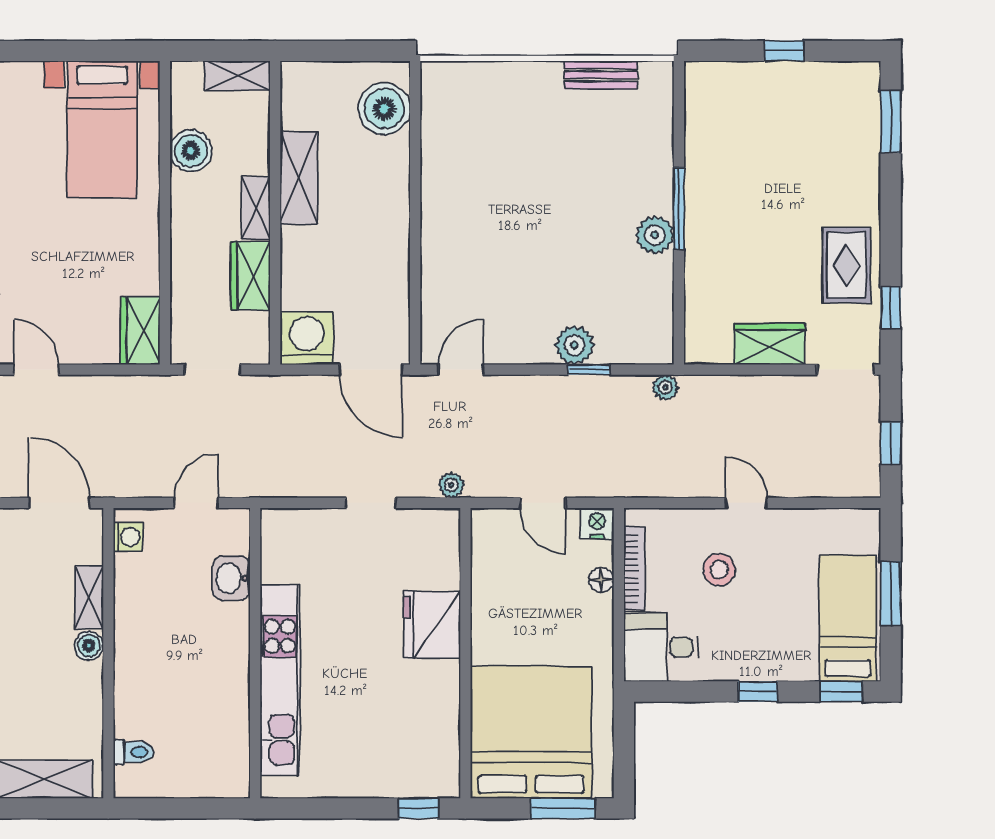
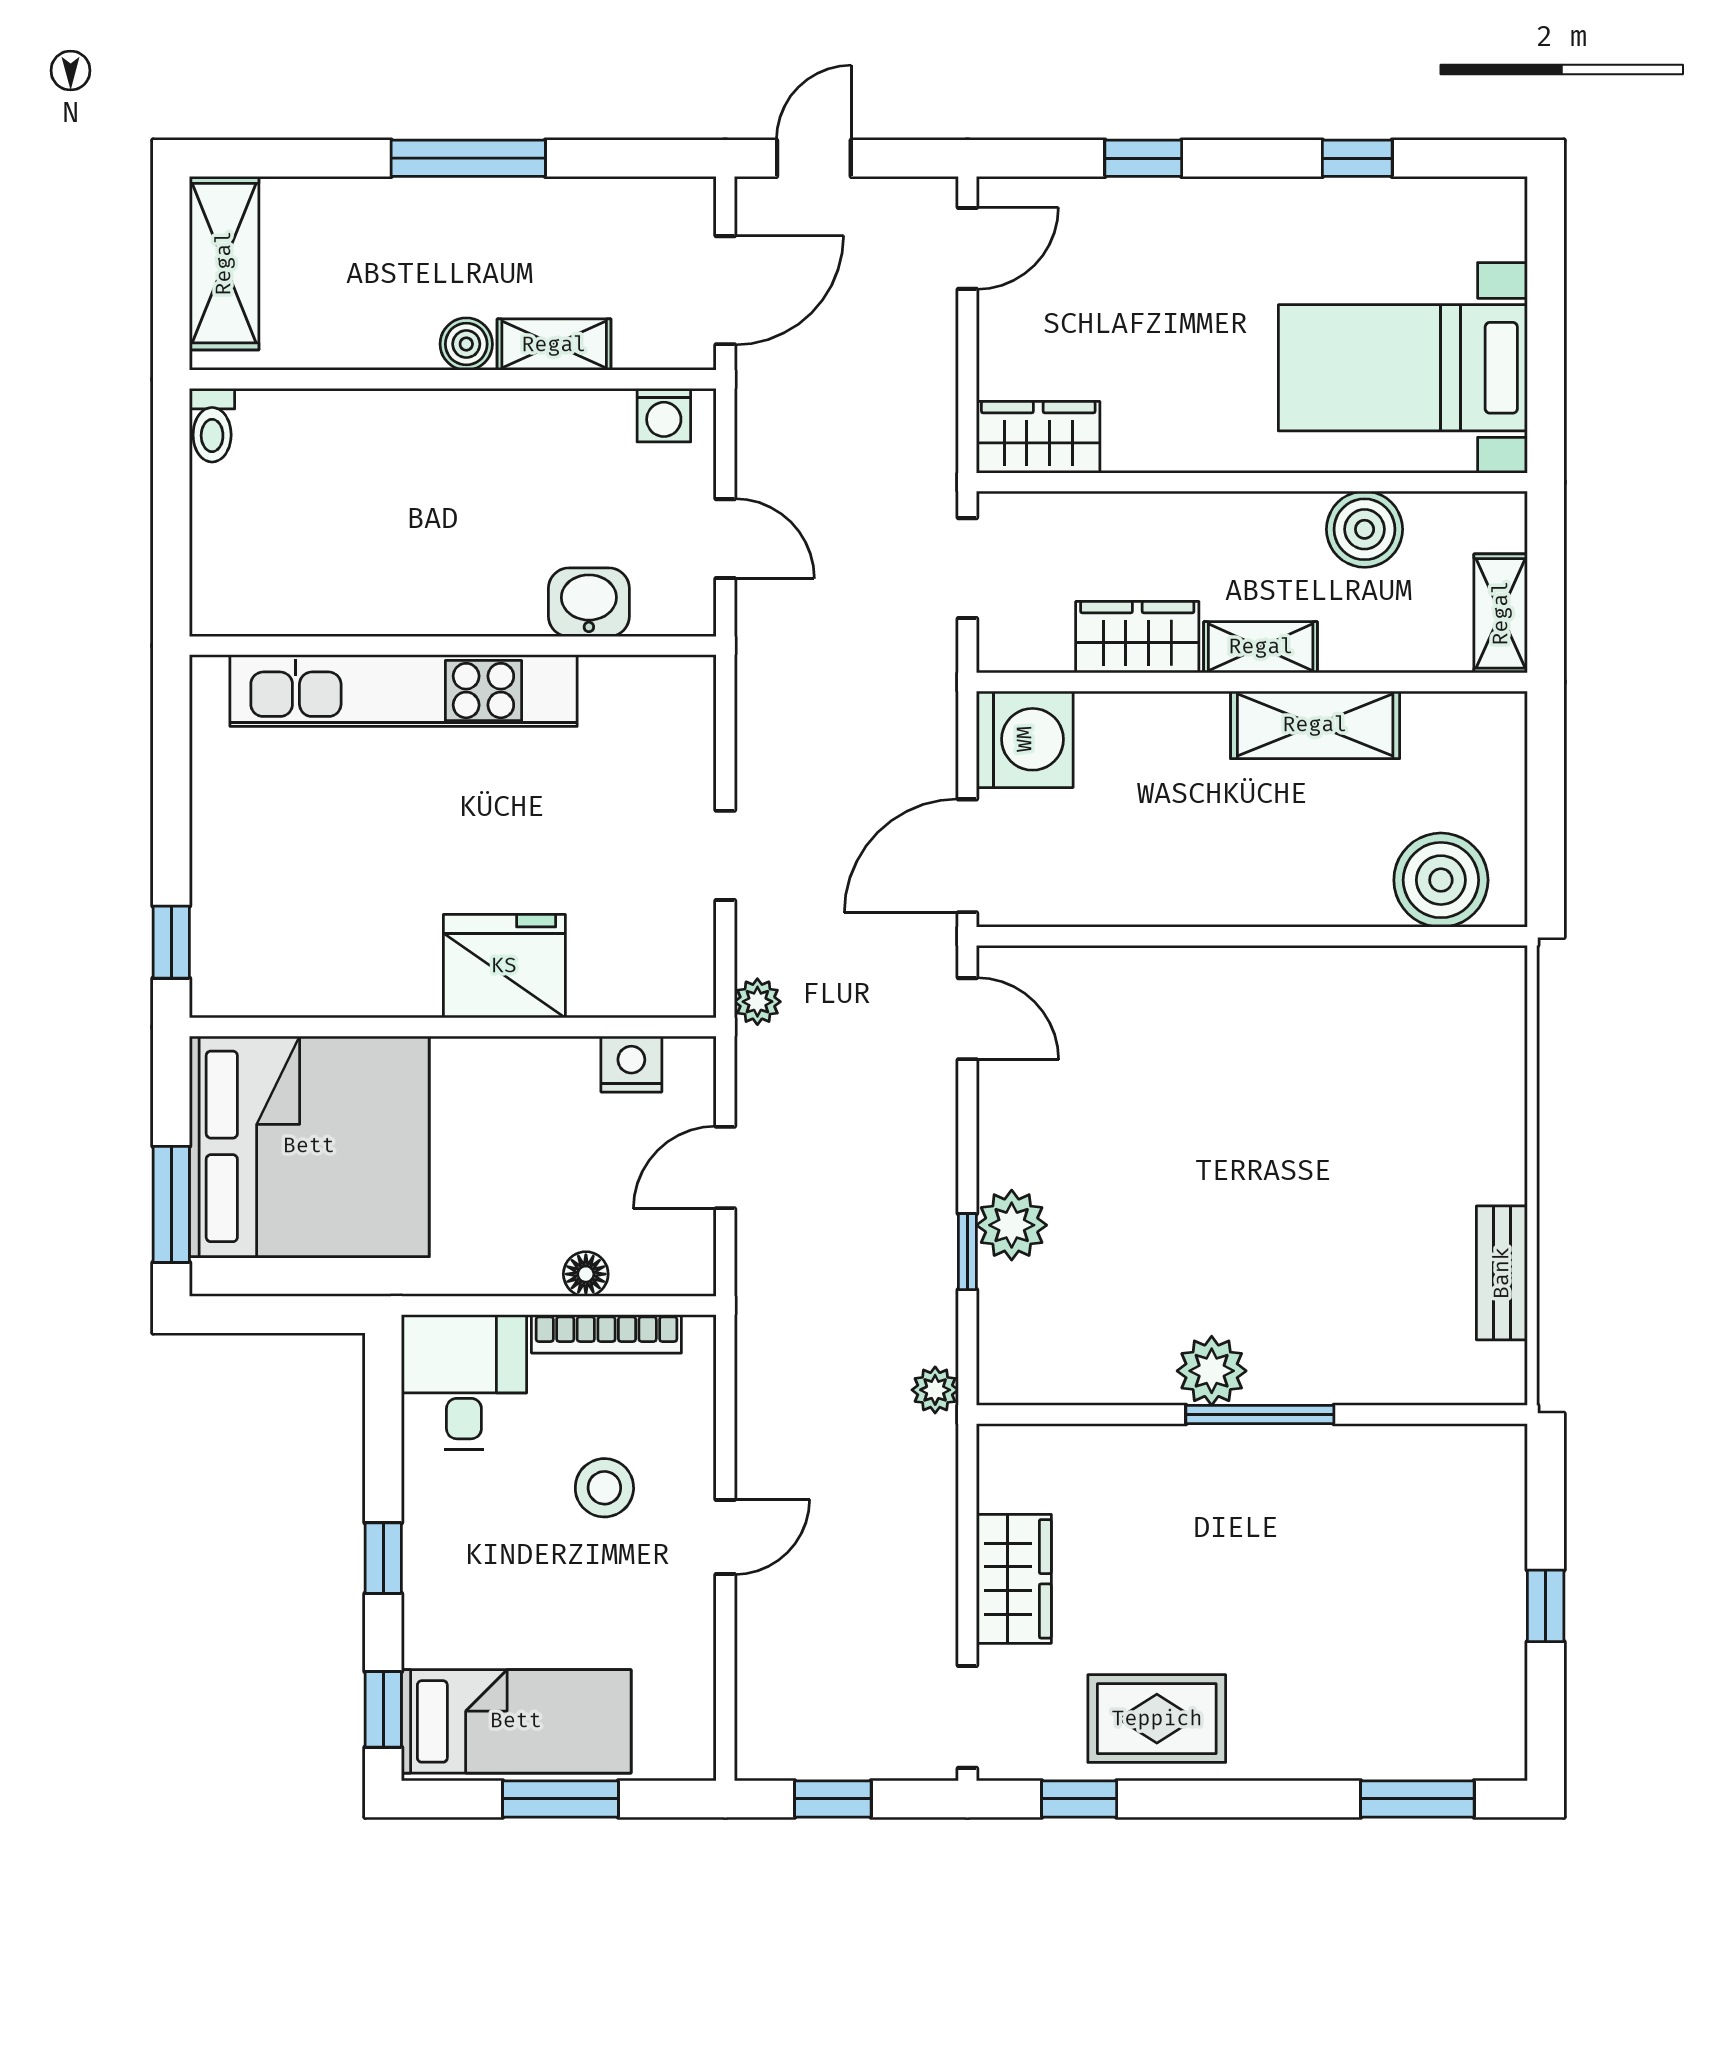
nightstand: (597, 523) -> (631, 1064), moved, turned -90
toilet: (134, 752) -> (212, 425), moved

